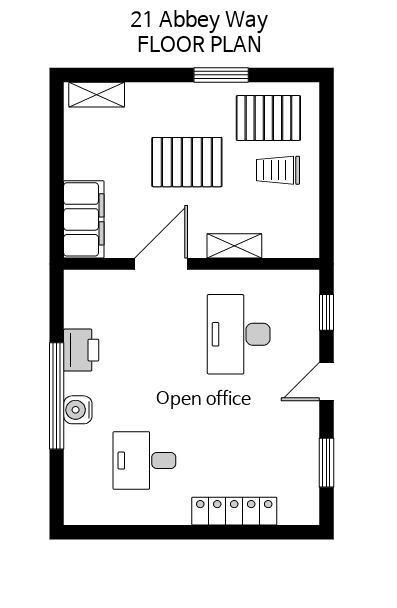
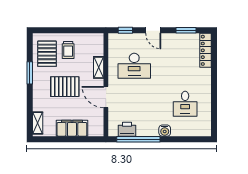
pallet: (187, 162) -> (65, 87), turned 90
filing cabinet: (84, 219) -> (72, 128), moved
printer: (81, 350) -> (127, 129), moved
window: (57, 396) -> (138, 139), moved
locker: (234, 511) -> (206, 50), moved

